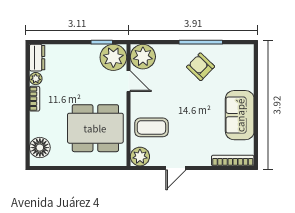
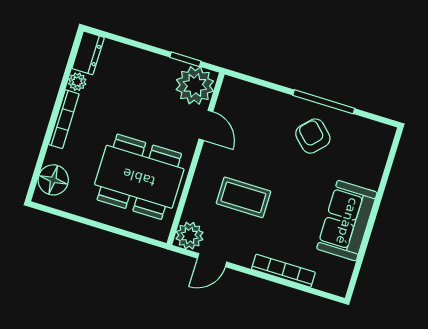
plant: (143, 57) -> (237, 97), removed
bookcase: (35, 99) -> (64, 119), width x1.56
coffee table: (151, 127) -> (243, 197), moved
bookcase: (233, 161) -> (283, 271), moved
door: (176, 168) -> (212, 260), moved

